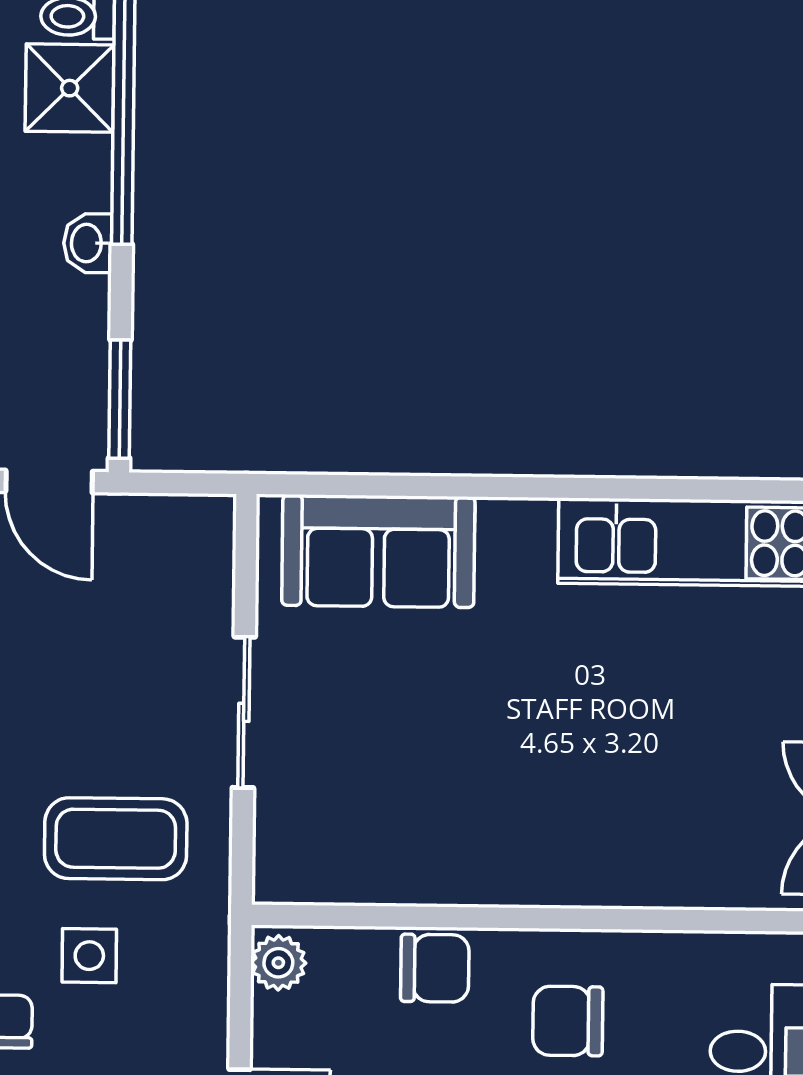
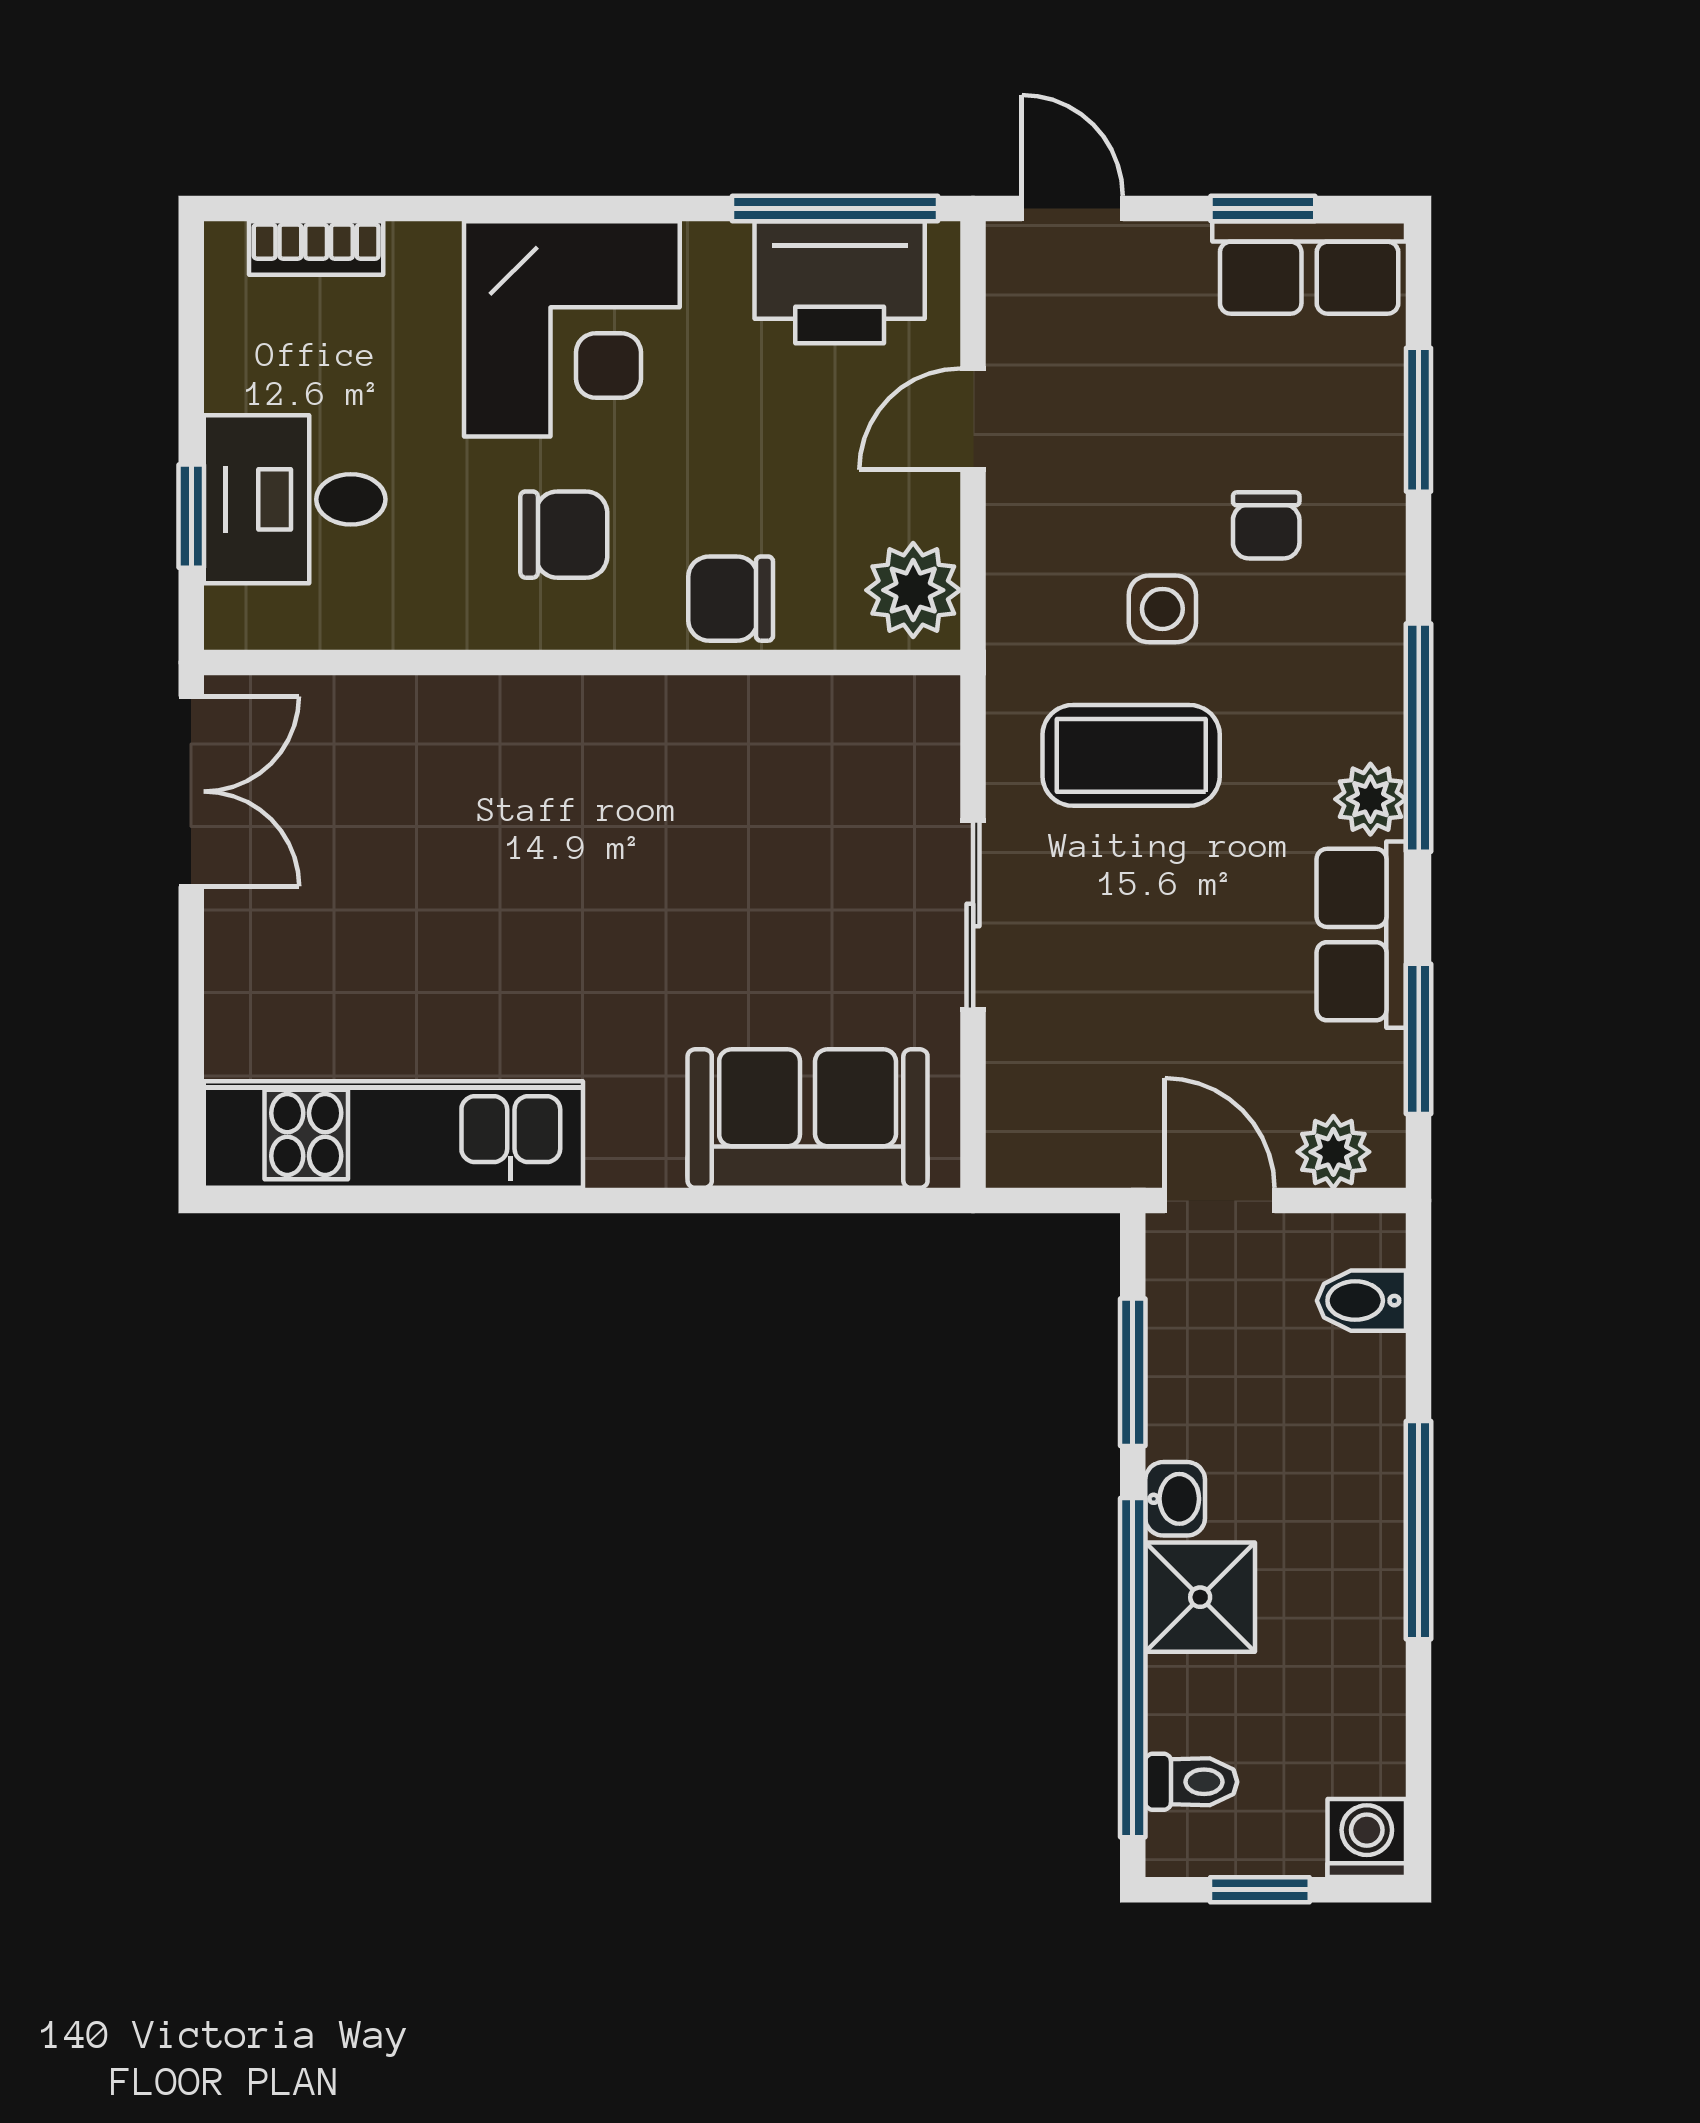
shower: (70, 88) -> (1200, 1597), moved
window: (120, 399) -> (1133, 1372), moved
plant: (278, 963) -> (913, 590), width x1.38, depth x1.38

